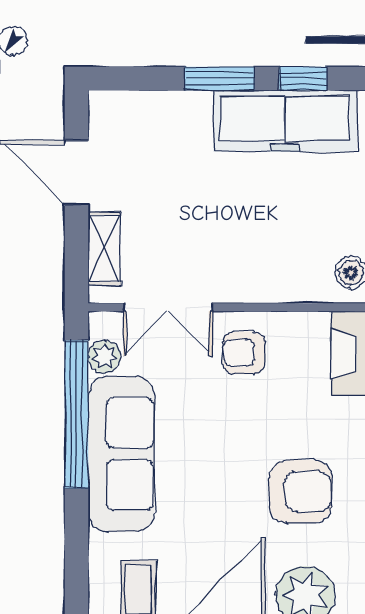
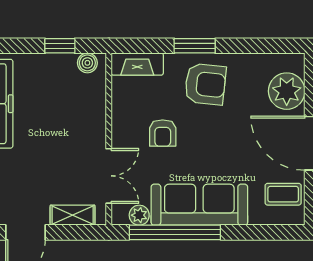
armchair: (244, 353) -> (163, 133), moved
armchair: (300, 491) -> (205, 84), moved, turned 96

